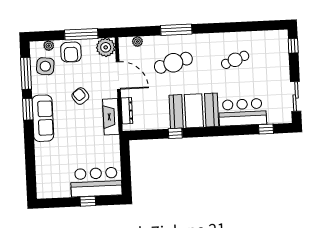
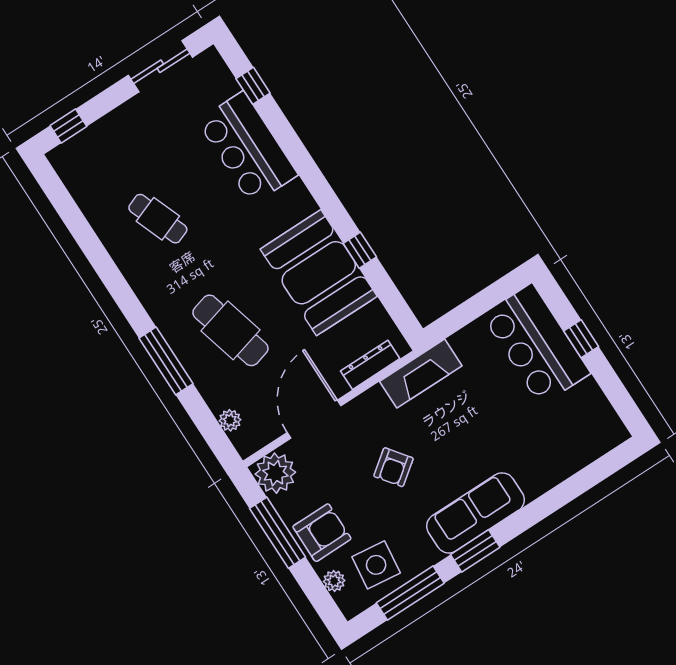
booth: (194, 111) -> (319, 273), moved
fireplace: (111, 117) -> (421, 374), moved

